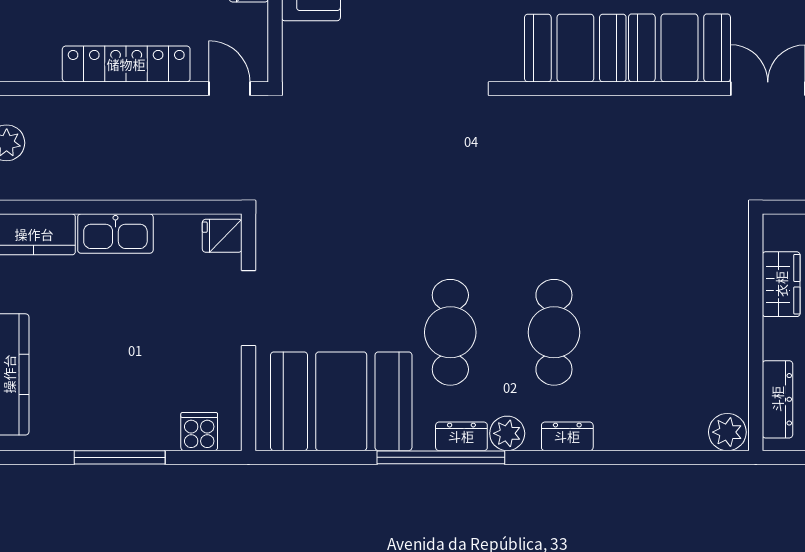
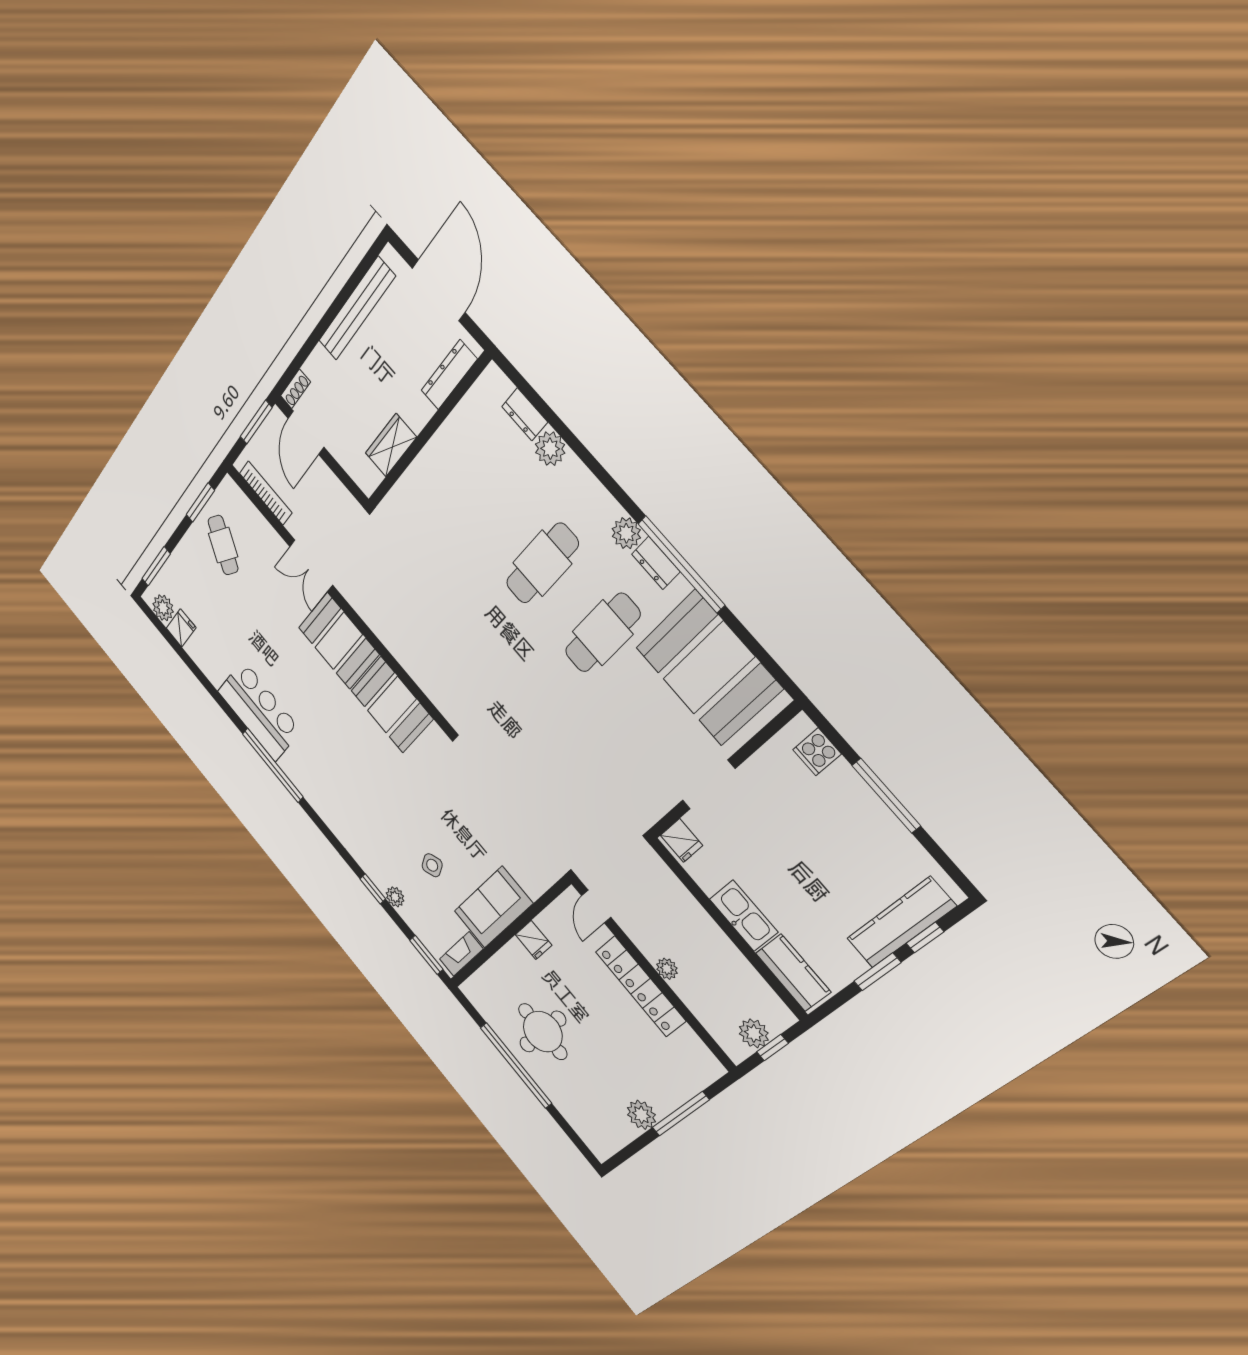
plant: (123, 109) -> (667, 969), added
plant: (727, 432) -> (550, 449), moved
dresser: (567, 436) -> (525, 414), moved

